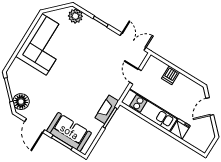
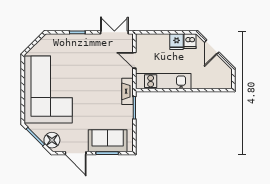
plant: (75, 16) -> (53, 41), removed
corner sofa: (44, 44) -> (48, 90), width x1.36, depth x1.36
dishwasher: (171, 75) -> (190, 41), moved
fireplace: (107, 109) -> (128, 91), moved
fridge: (180, 129) -> (177, 42), moved, turned 180

